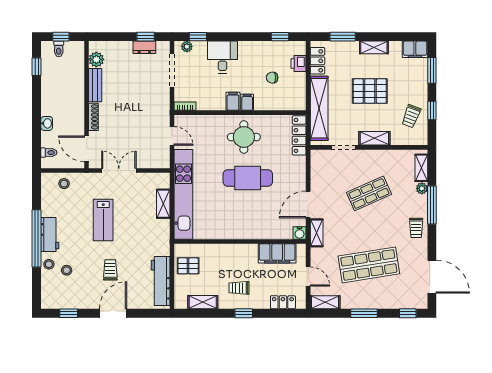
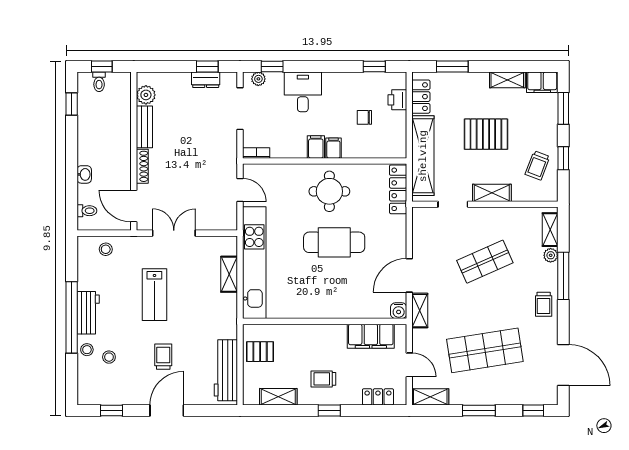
shelving: (374, 47) -> (507, 80), moved

